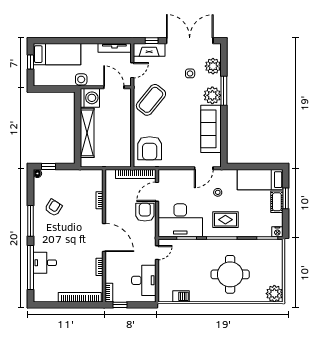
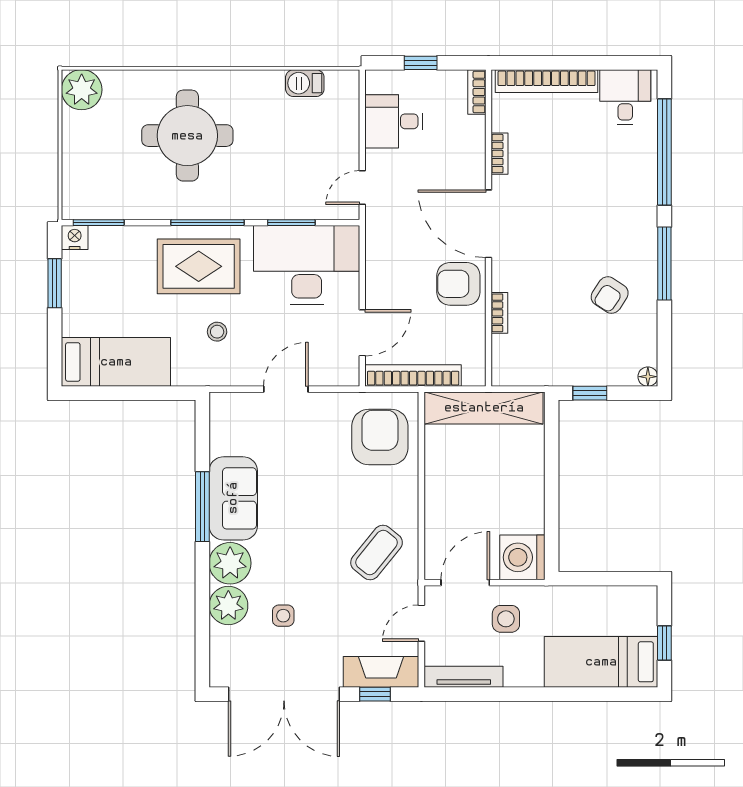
plant: (213, 66) -> (228, 606), moved
side table: (81, 79) -> (506, 619), moved
door: (114, 87) -> (465, 583), swing flipped
window: (224, 91) -> (202, 507), moved
coffee table: (151, 100) -> (377, 553), width x0.73, depth x0.76
sofa: (211, 129) -> (233, 498), width x0.73
shelving: (87, 133) -> (484, 408), moved, turned 90
window: (49, 167) -> (590, 393), moved
door: (204, 168) -> (286, 389), moved
window: (286, 198) -> (55, 283), moved
cot: (277, 202) -> (76, 309), removed
armchair: (145, 212) -> (458, 284), moved, turned 90
rug: (225, 220) -> (199, 266), width x1.36, depth x1.43
desk: (45, 263) -> (625, 97), moved, turned -90
desk: (144, 280) -> (394, 121), width x0.73
window: (120, 305) -> (421, 63), moved

